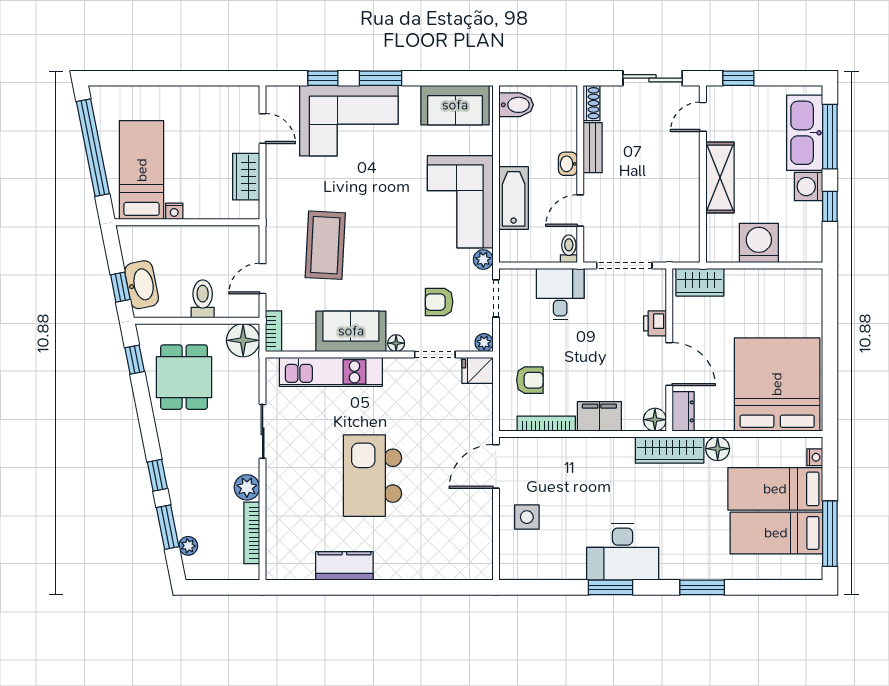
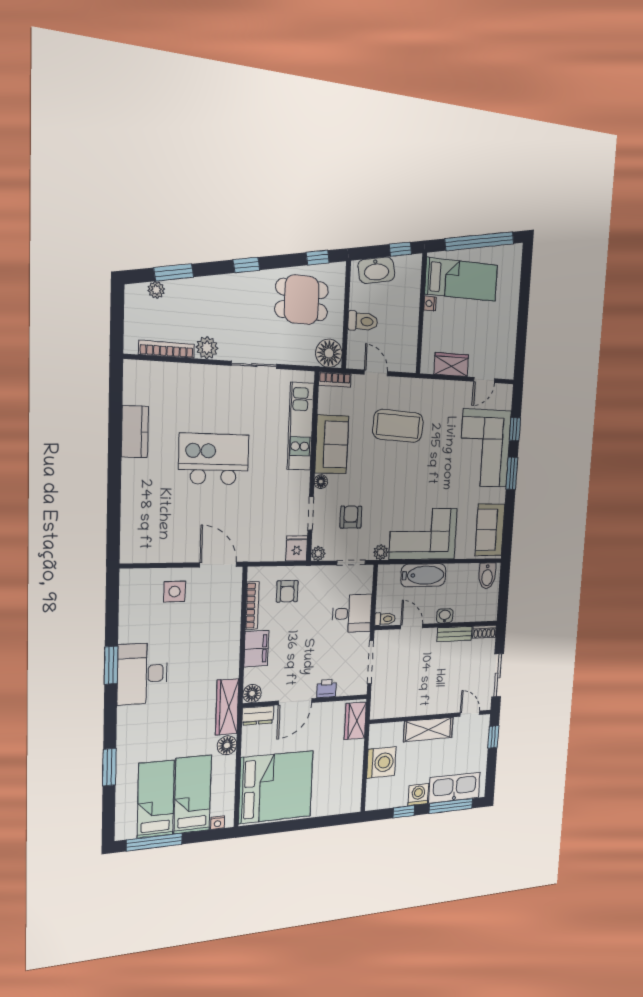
window: (120, 287) -> (400, 249), moved
window: (157, 475) -> (246, 265), moved
window: (702, 587) -> (109, 767), moved

